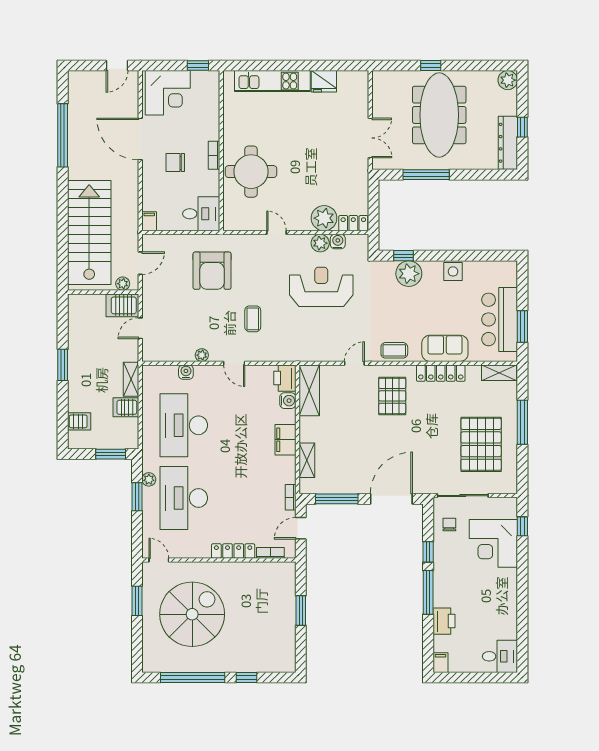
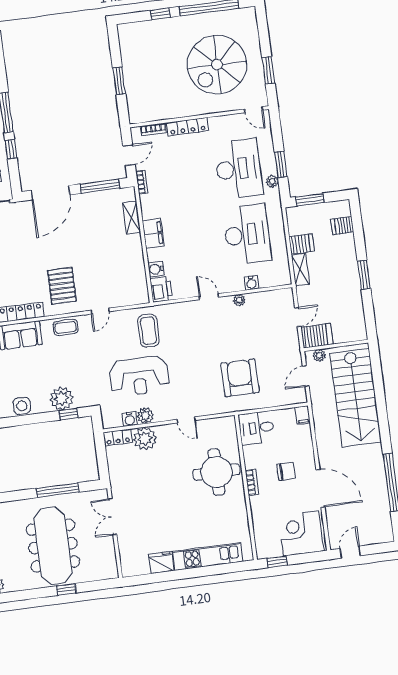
coffee table: (253, 319) -> (148, 331), moved, width x1.36, depth x1.30
shelving: (309, 390) -> (138, 281), removed

